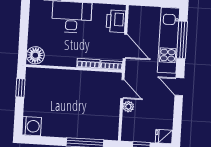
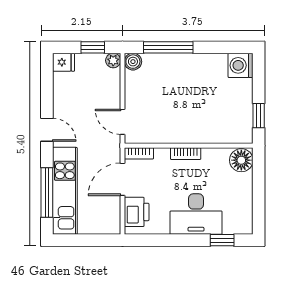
door: (125, 46) -> (123, 179), hinge flipped
bookcase: (88, 63) -> (186, 154), moved
plant: (128, 107) -> (113, 60), moved
boiler: (112, 134) -> (133, 62), added

